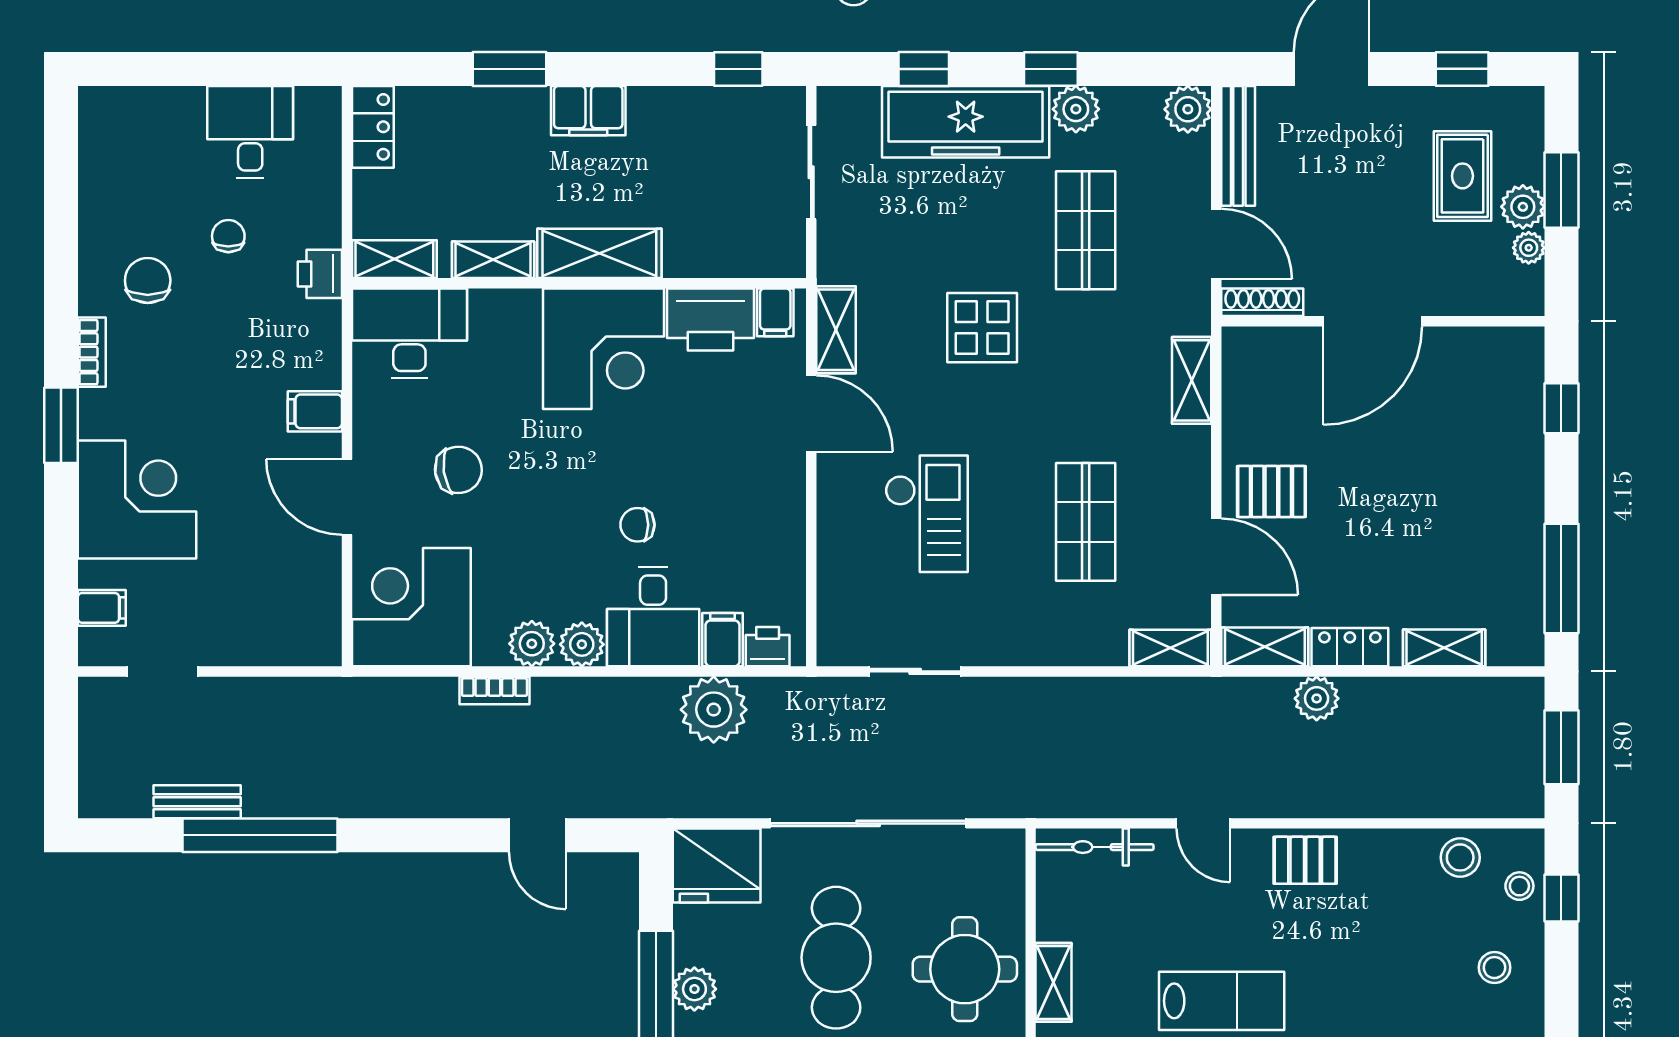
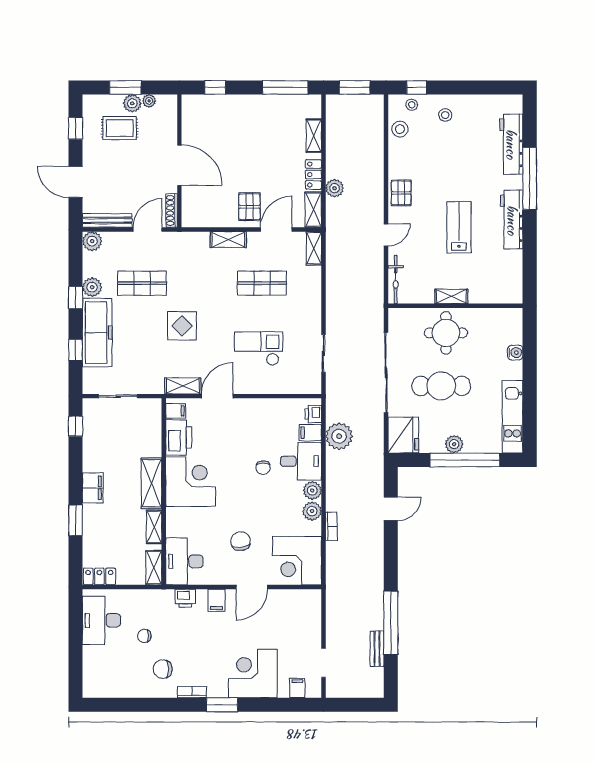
desk: (250, 132) -> (101, 620), width x1.37
printer: (320, 274) -> (185, 598), moved
shelving: (1192, 380) -> (228, 240), moved

